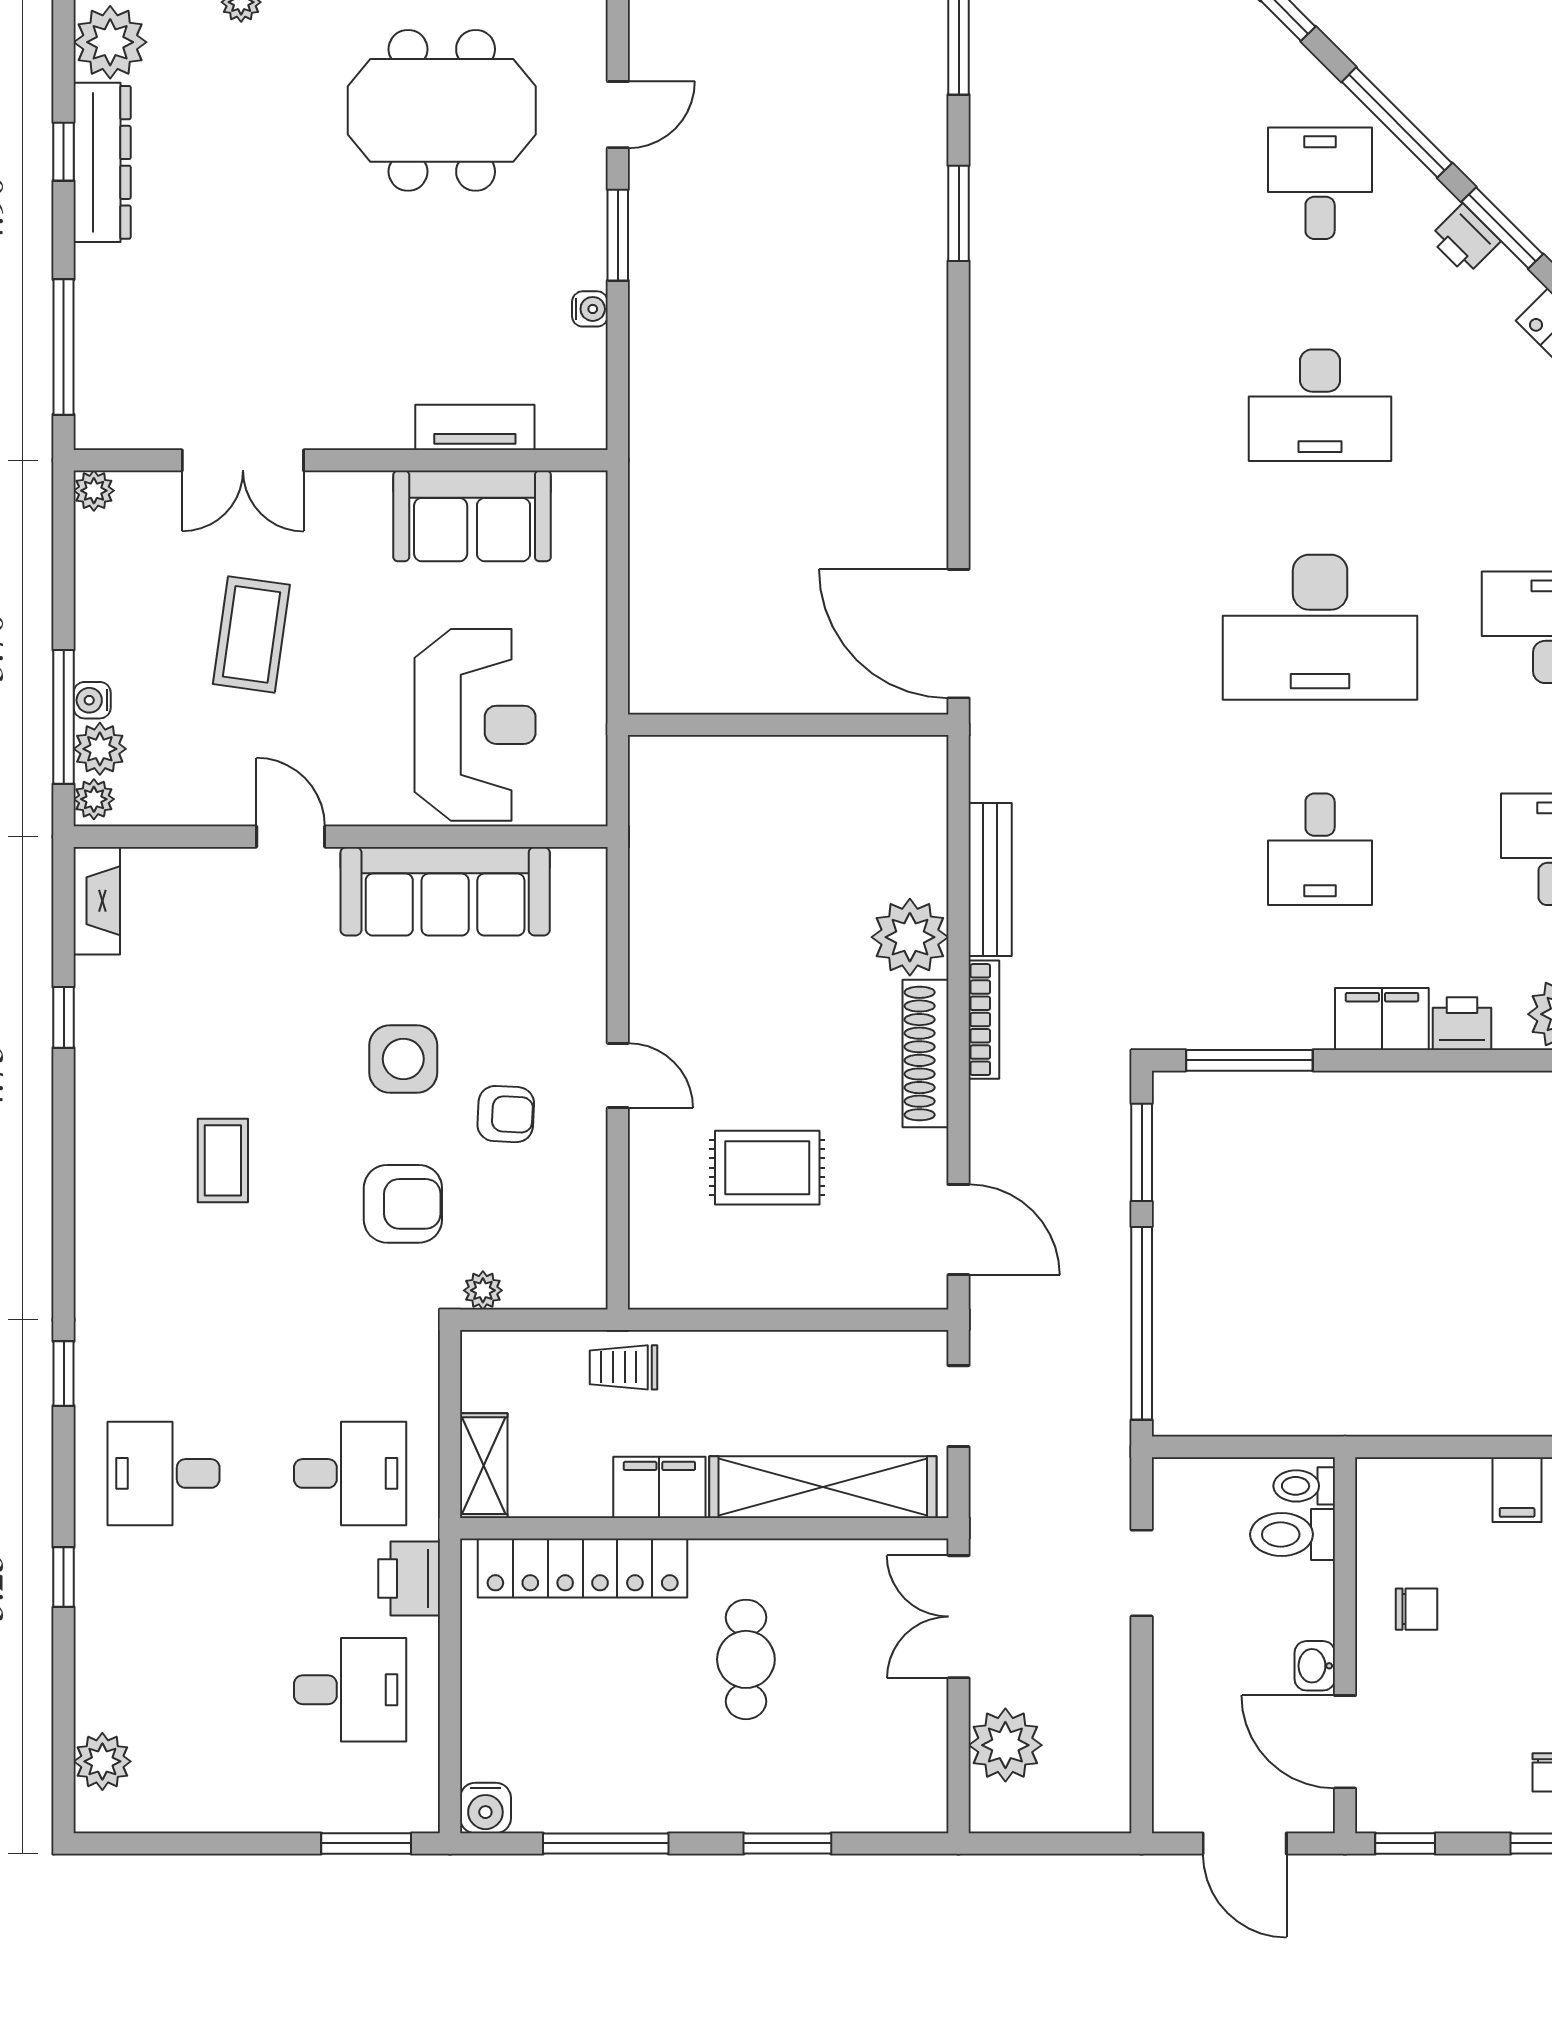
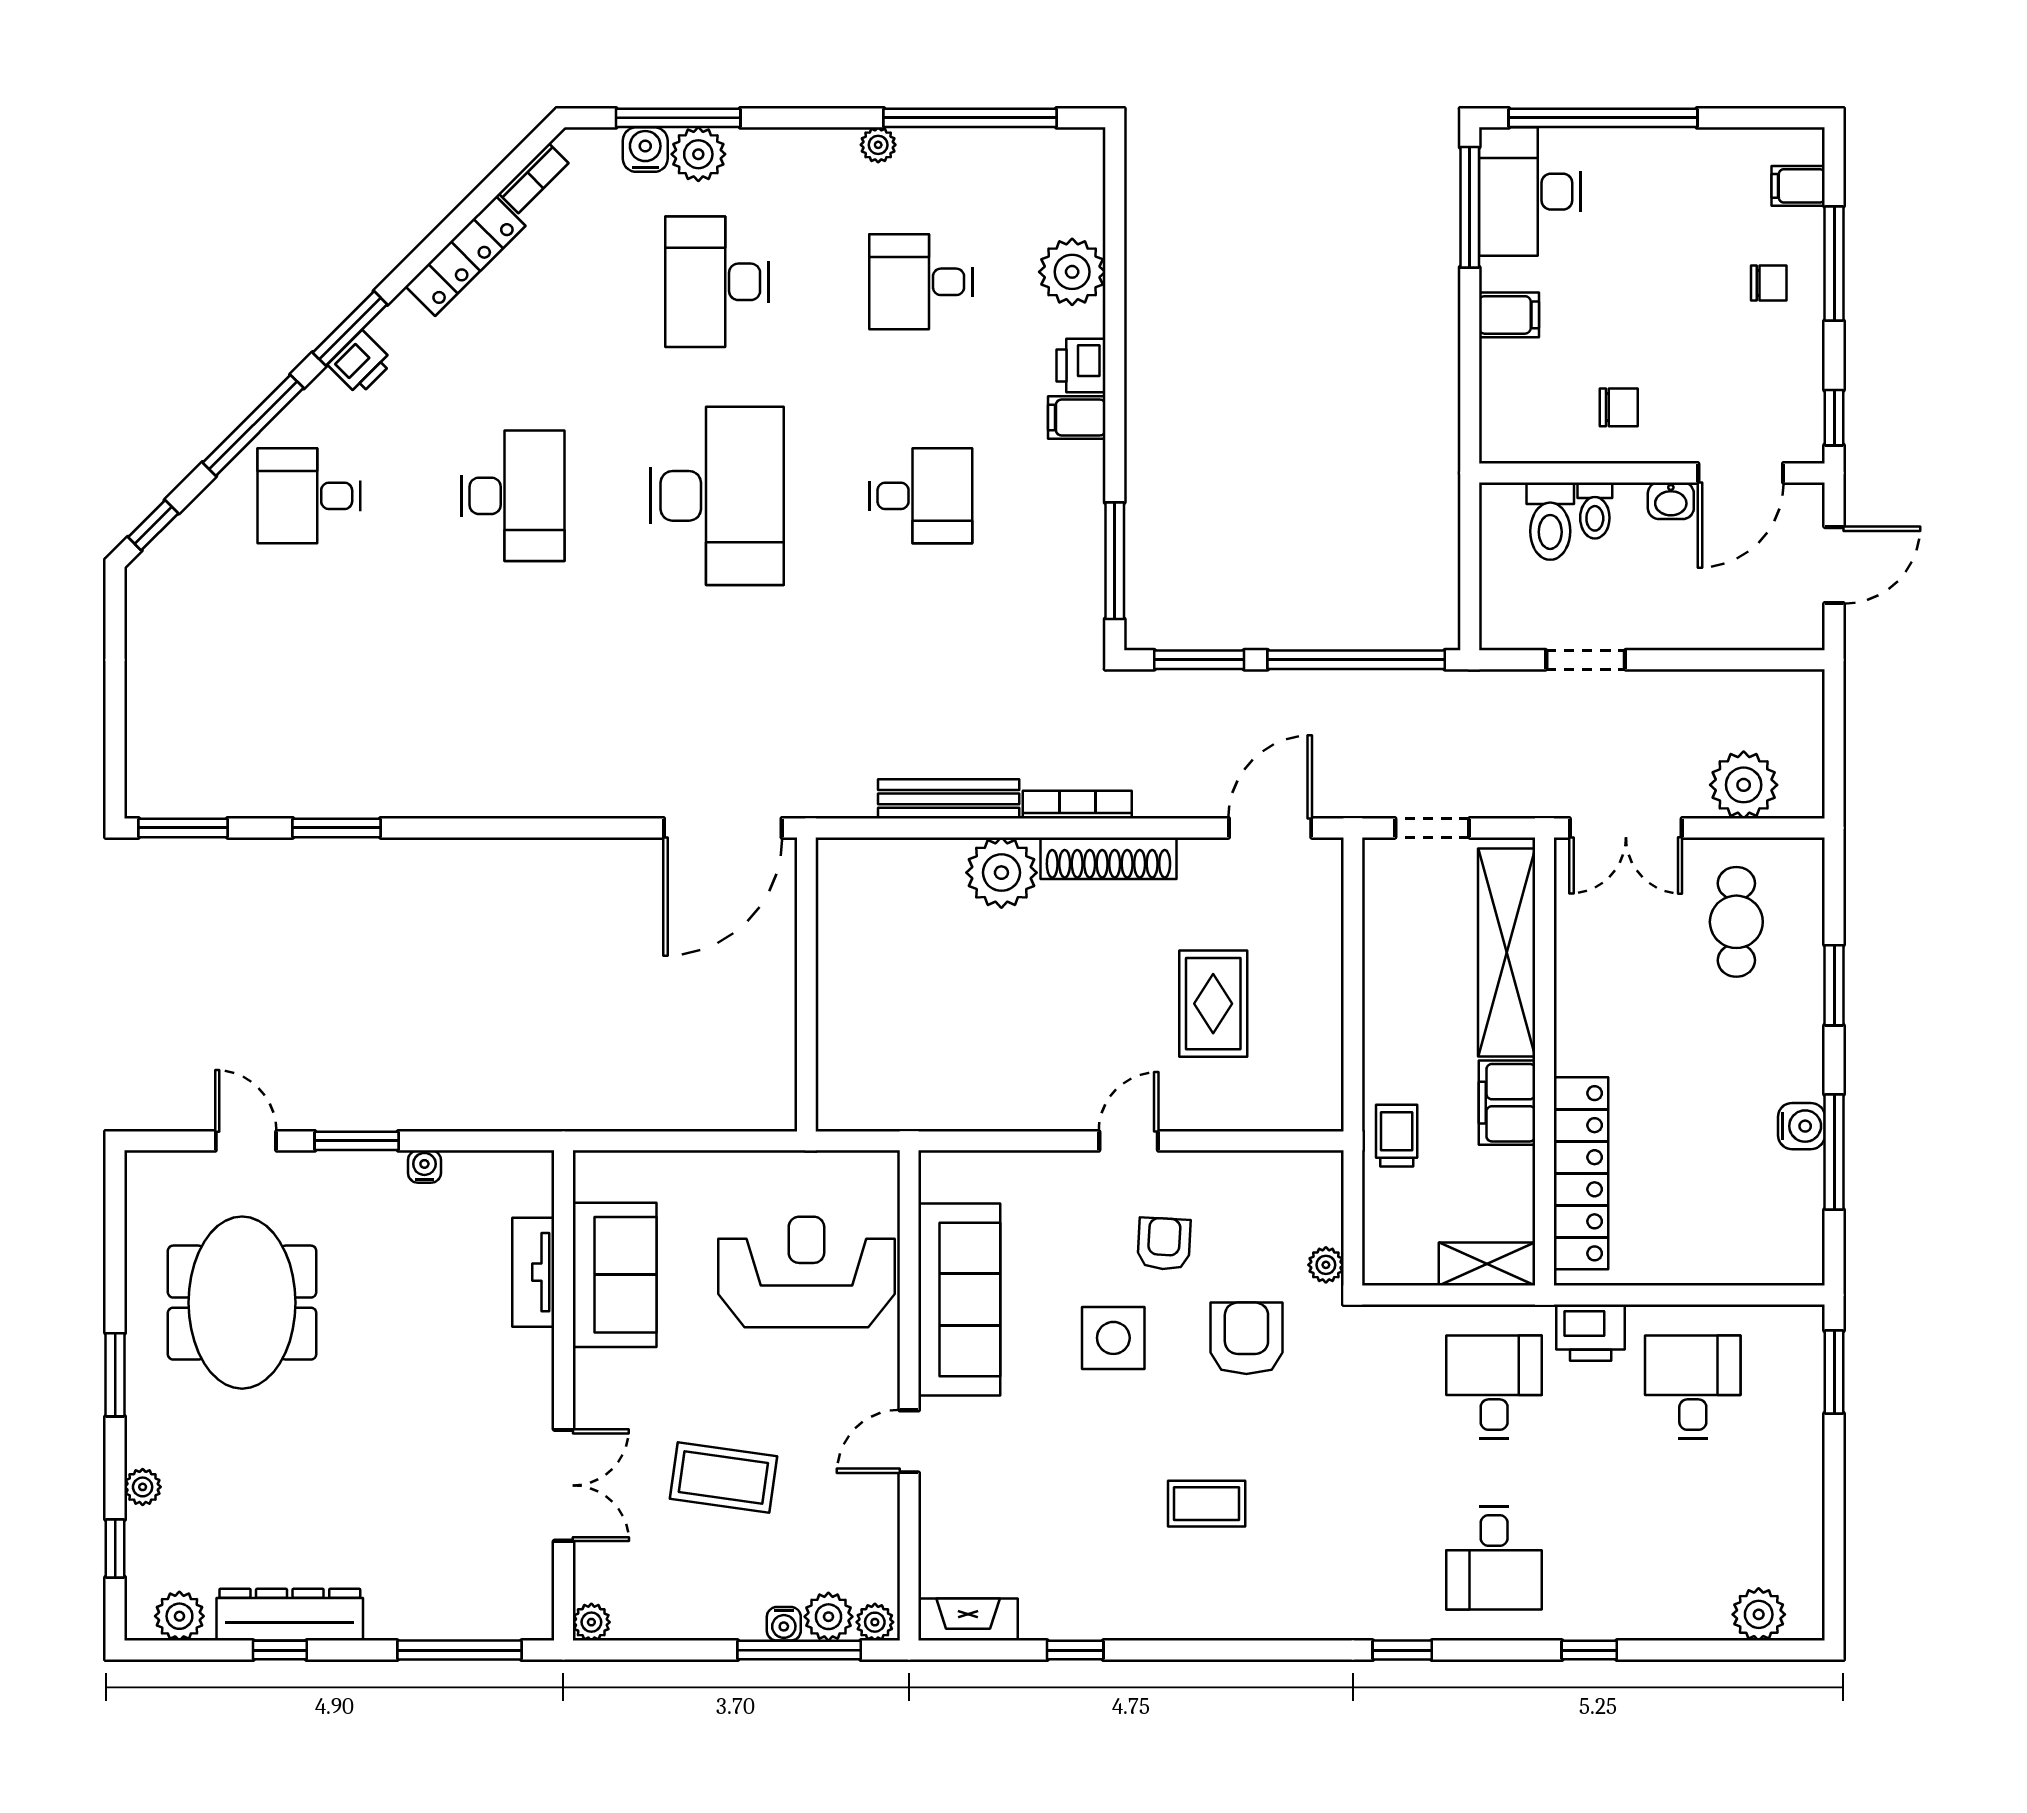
plant: (110, 42) -> (179, 1616), width x0.73, depth x0.73
filing cabinet: (1382, 1019) -> (1077, 417), width x0.50
trolley: (624, 1367) -> (1397, 1136), turned 180
toilet: (1304, 1486) -> (1595, 510), moved
chair: (1416, 1609) -> (1619, 407), turned 90
cafe table: (746, 1659) -> (1736, 922), moved, turned 90
water cooler: (485, 1808) -> (1801, 1126), moved

